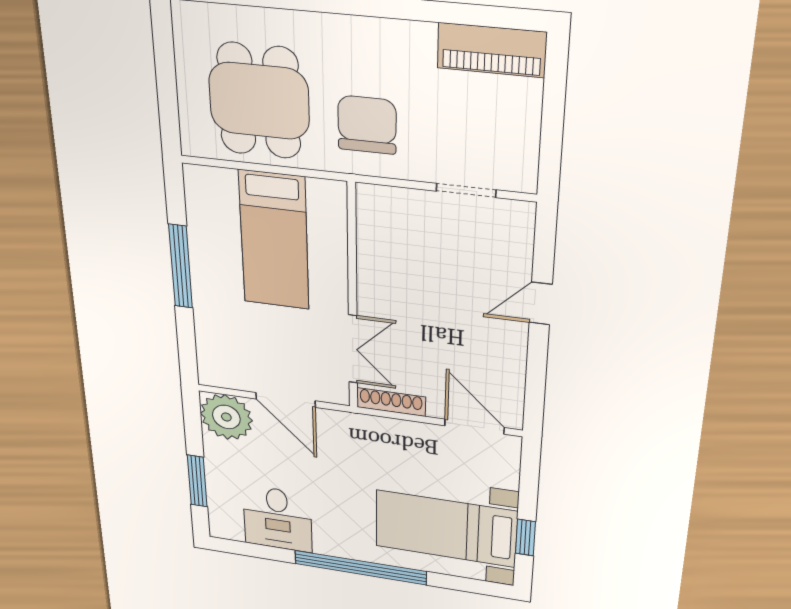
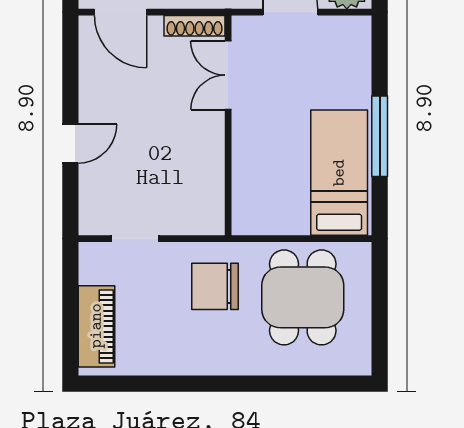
piano: (492, 50) -> (96, 326), moved, turned 90
chair: (367, 125) -> (215, 286), turned 90
bed: (274, 240) -> (339, 173), moved

